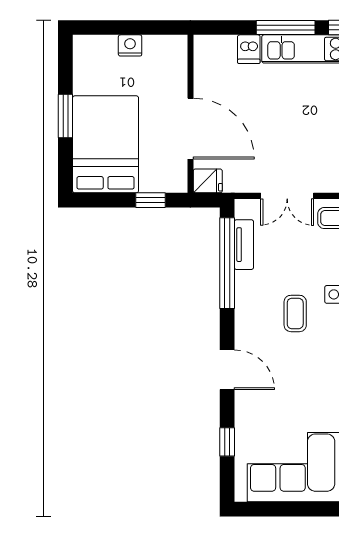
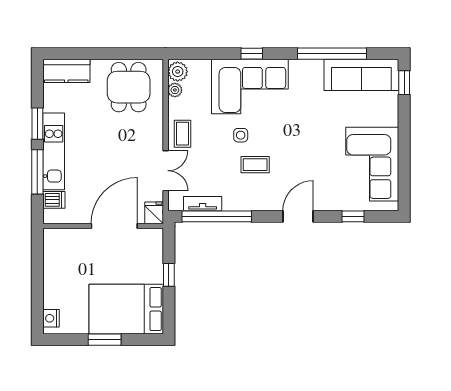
nightstand: (130, 45) -> (51, 318), moved
wall: (190, 114) -> (103, 226), moved
door: (190, 129) -> (114, 226), moved
fridge: (208, 181) -> (154, 213), moved

